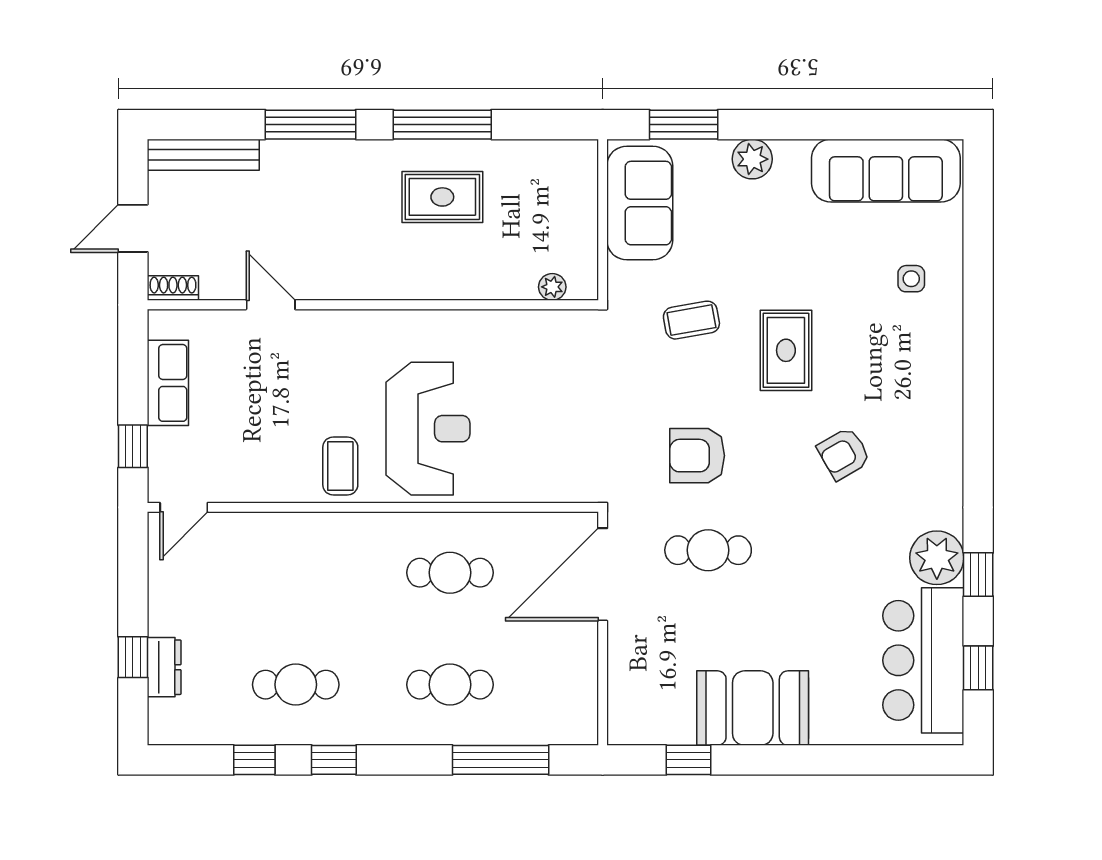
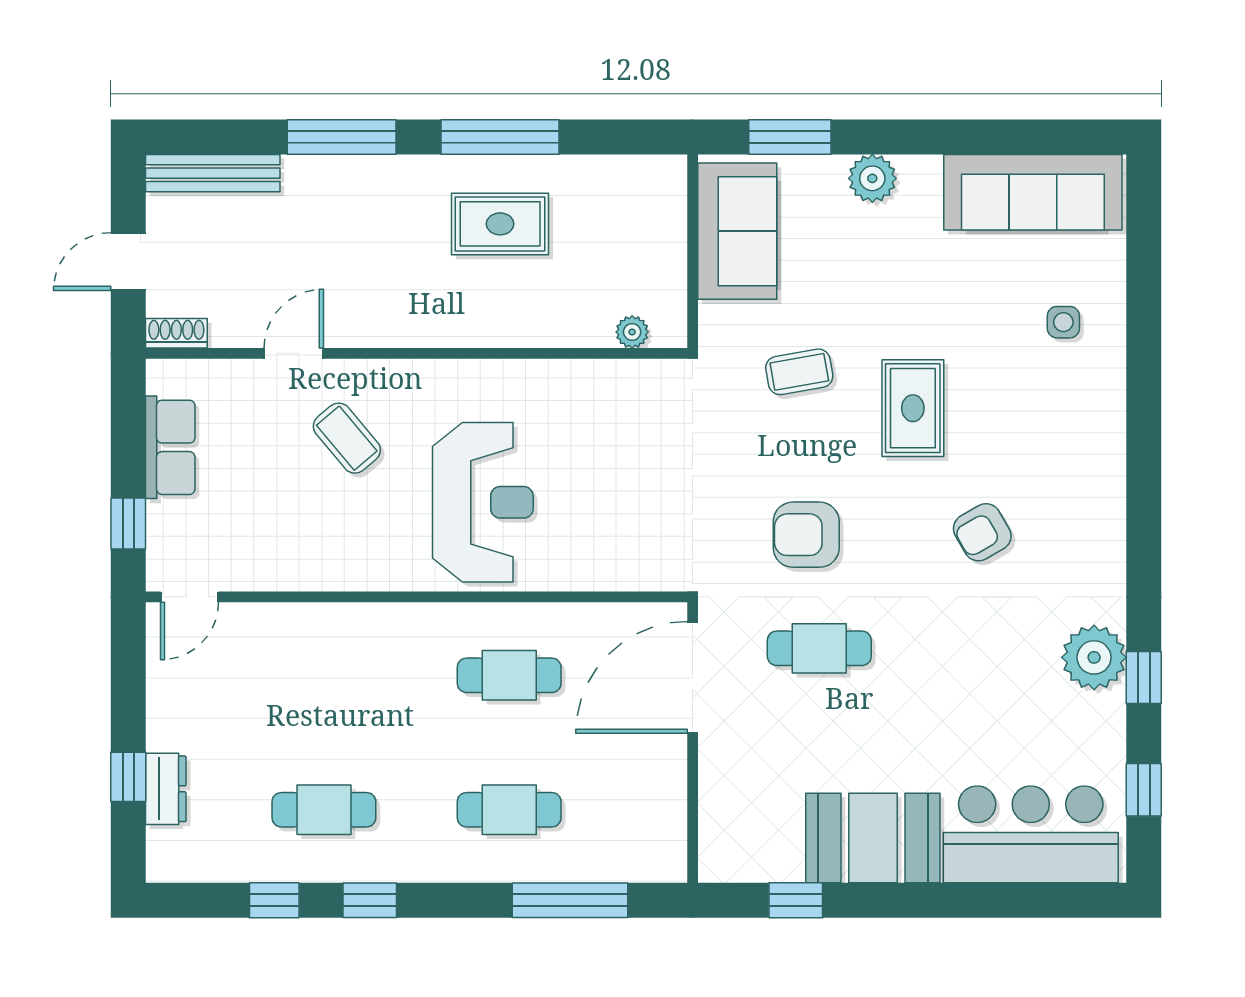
door: (271, 305) -> (294, 353), hinge flipped
coffee table: (340, 466) -> (347, 438), moved, turned -40
bar counter: (923, 660) -> (1031, 834), moved, turned 90

